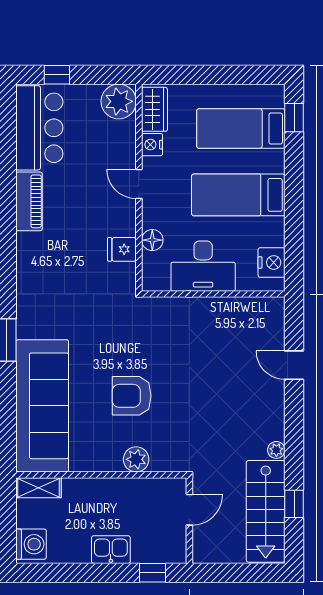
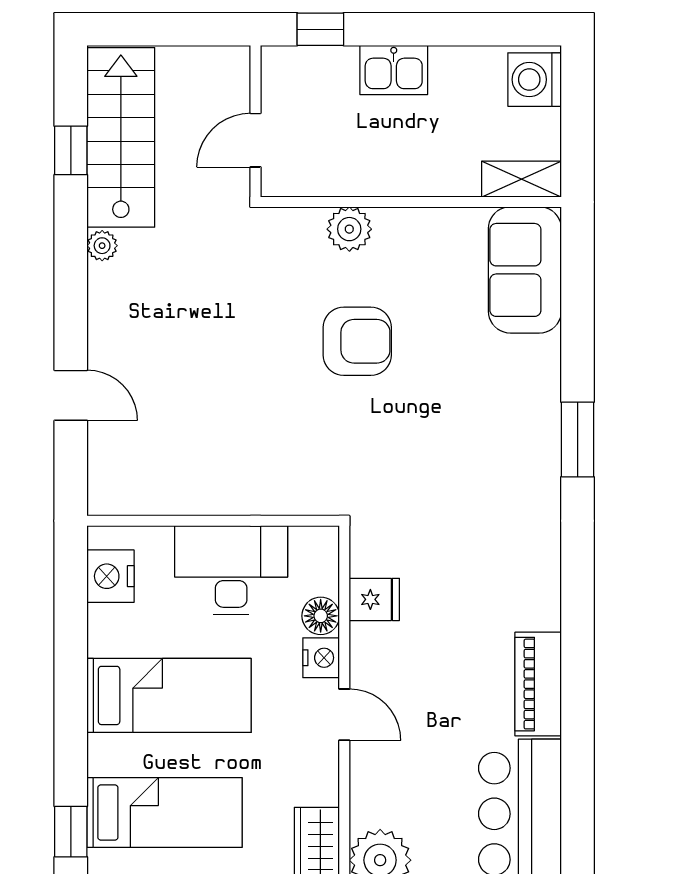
nightstand: (152, 145) -> (321, 658), moved
sofa: (42, 406) -> (525, 270), width x0.54, depth x0.79

